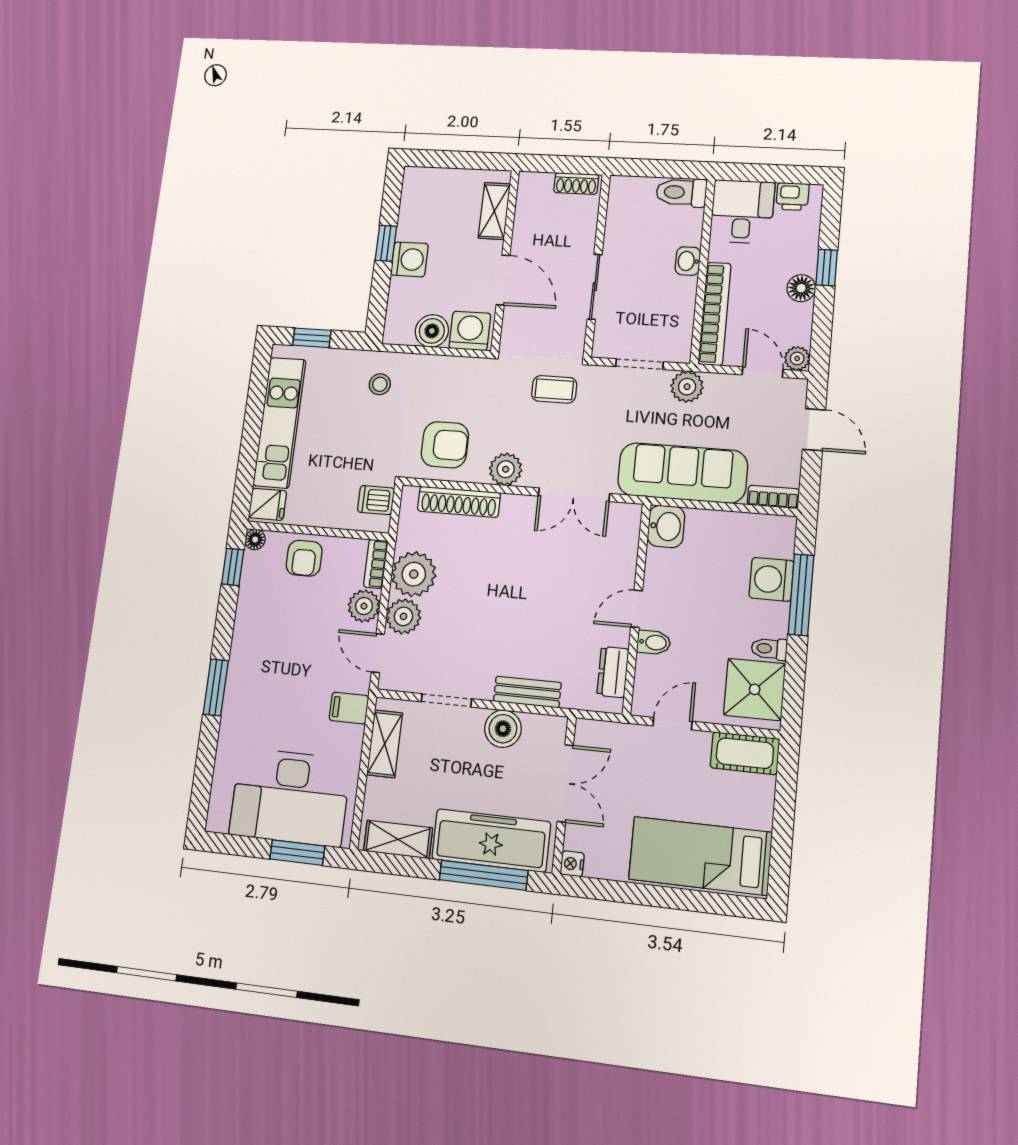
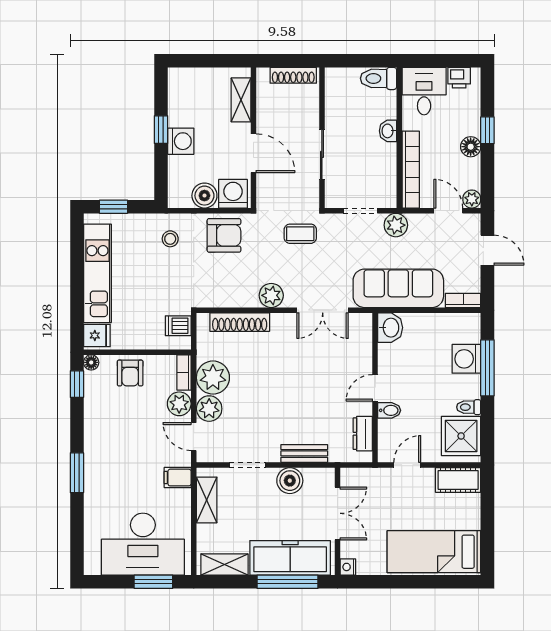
shoe rack: (576, 183) -> (293, 75), width x1.43
armchair: (445, 445) -> (224, 235), moved

